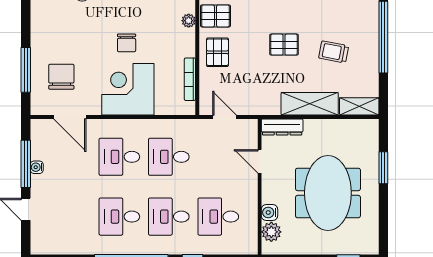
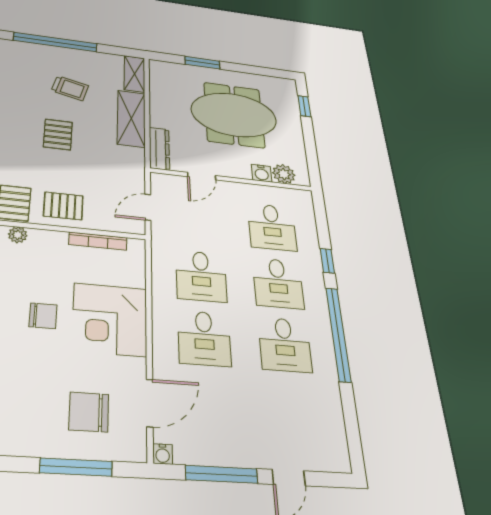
trolley: (334, 52) -> (70, 88), turned -87
water cooler: (37, 167) -> (163, 454), moved

